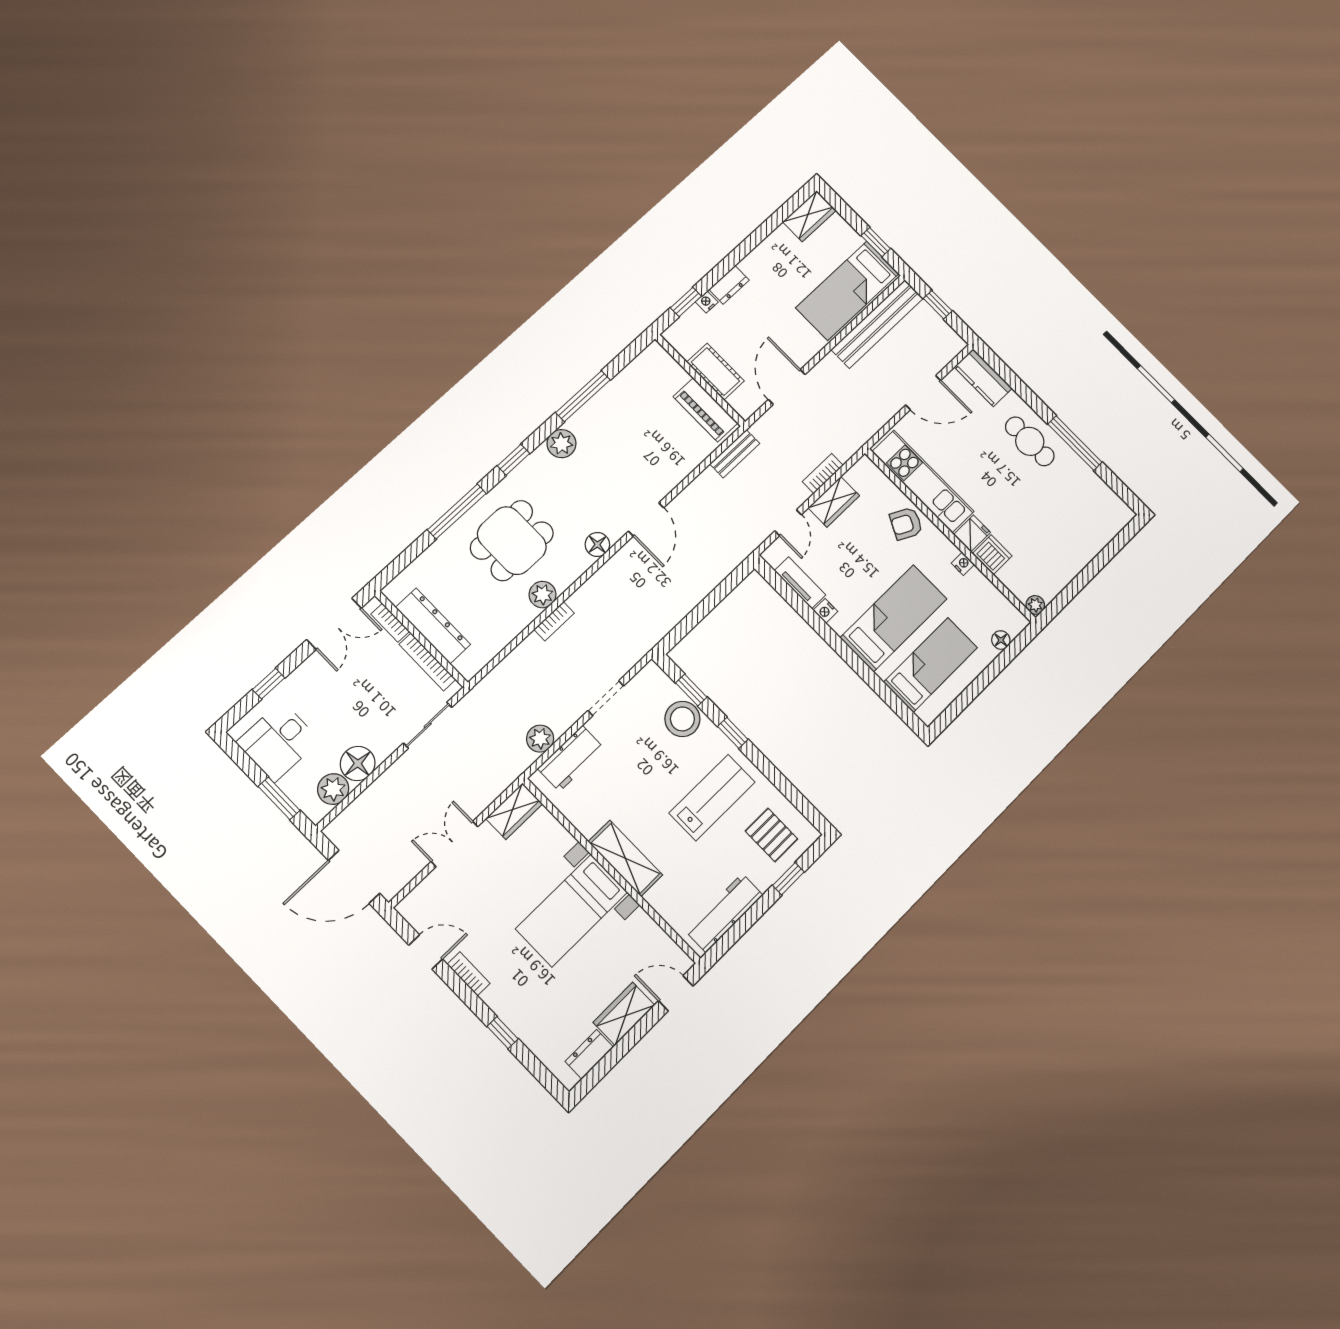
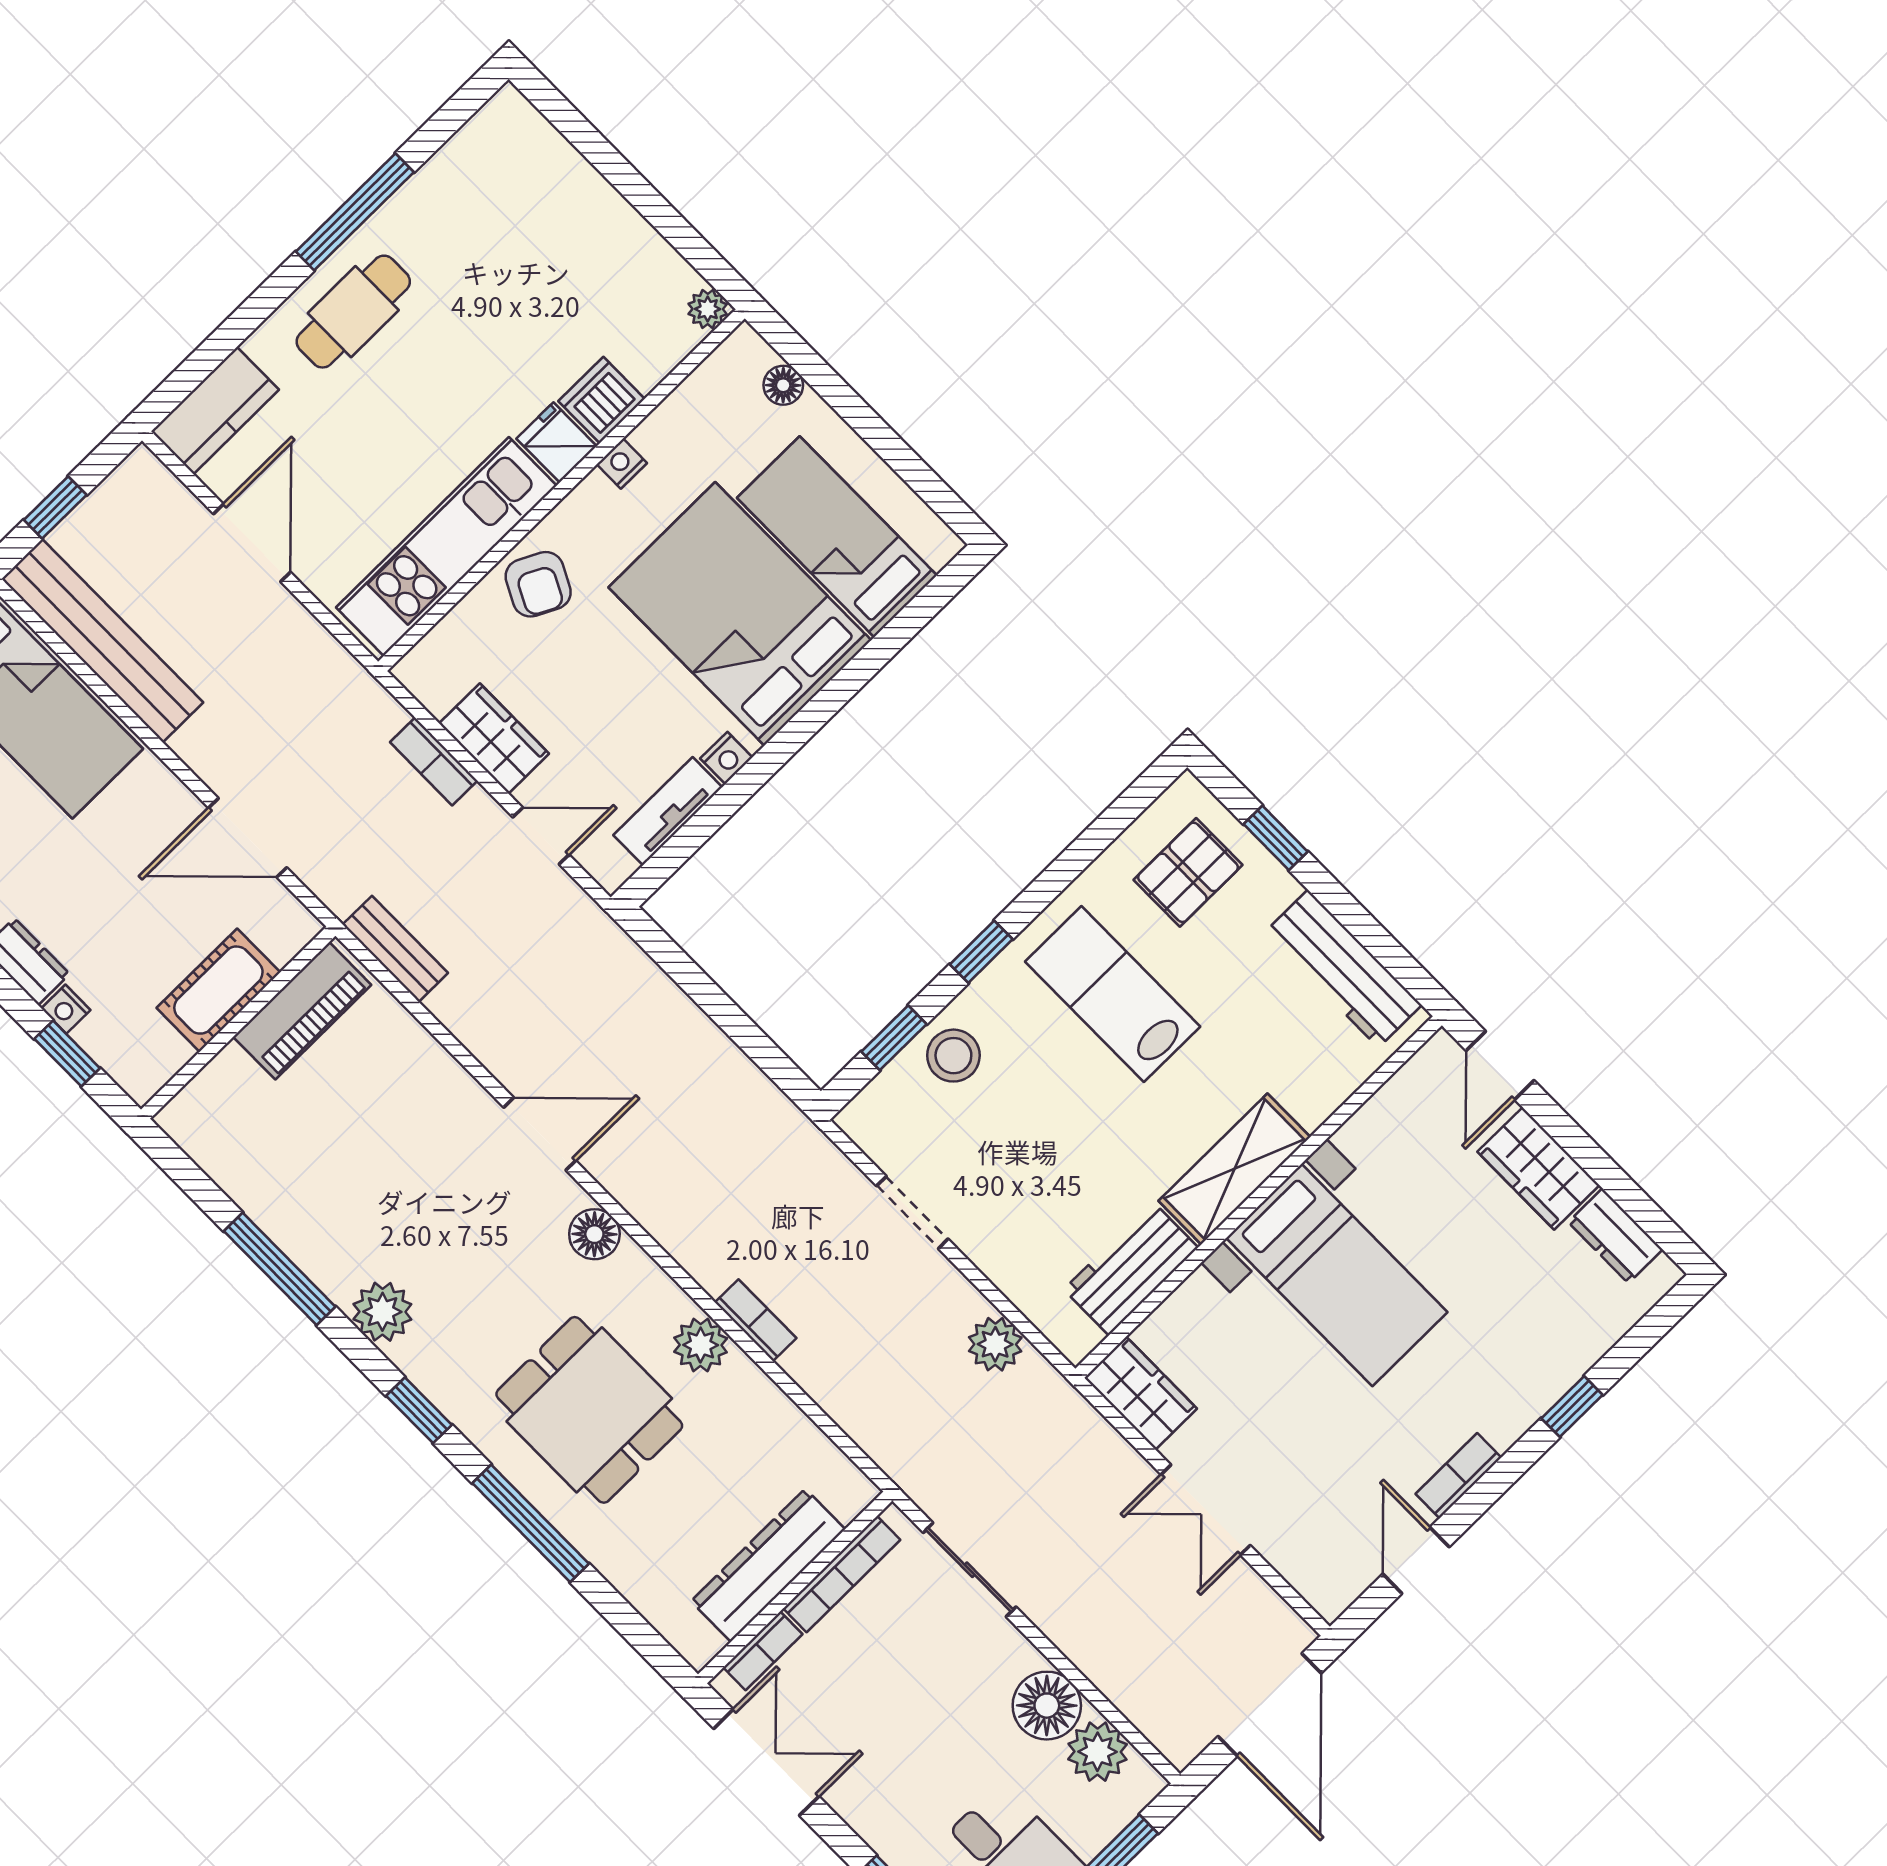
bed: (894, 618) -> (740, 614), width x1.50
stool: (682, 719) -> (953, 1056), width x0.73, depth x0.73
workbench: (571, 758) -> (1131, 1268), moved, turned -90

